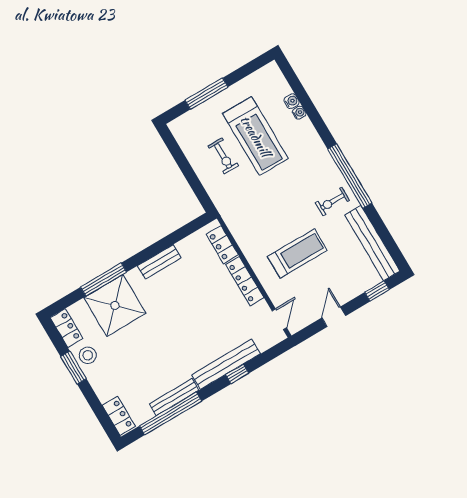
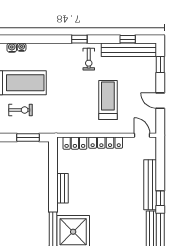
window: (350, 176) -> (79, 39), width x0.32
window: (196, 185) -> (28, 138), added
window: (384, 234) -> (128, 39), added
window: (237, 374) -> (160, 198), moved

